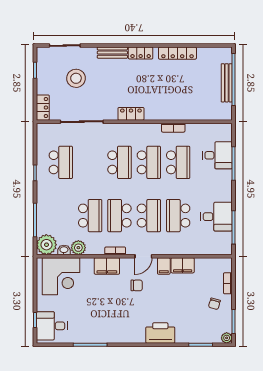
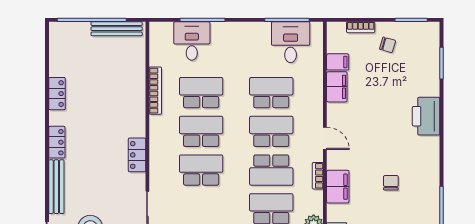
bench: (112, 53) -> (56, 187), width x1.36
locker: (177, 53) -> (57, 94), width x0.66
bench: (227, 83) -> (117, 29), moved
bookcase: (173, 128) -> (155, 91), width x1.56
school desk: (178, 216) -> (271, 93), turned 180
desk: (216, 217) -> (291, 42), moved
filing cabinet: (164, 266) -> (338, 62), moved
chair: (137, 285) -> (391, 183), moved
plant: (227, 338) -> (433, 29), removed

